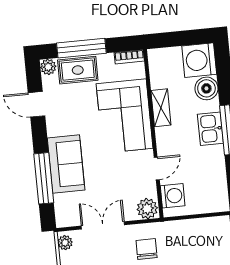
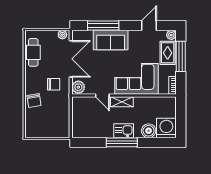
shelving: (161, 108) -> (122, 102), moved
washing machine: (173, 196) -> (85, 104), removed
double door: (103, 225) -> (71, 59), width x1.37

